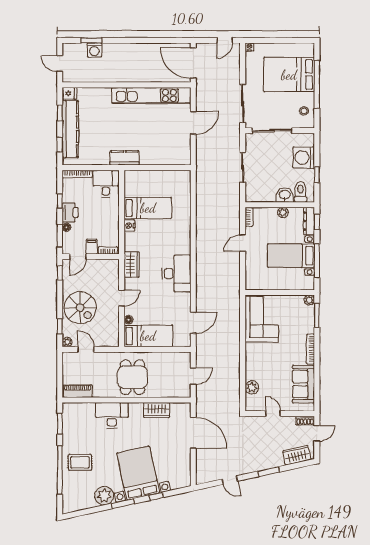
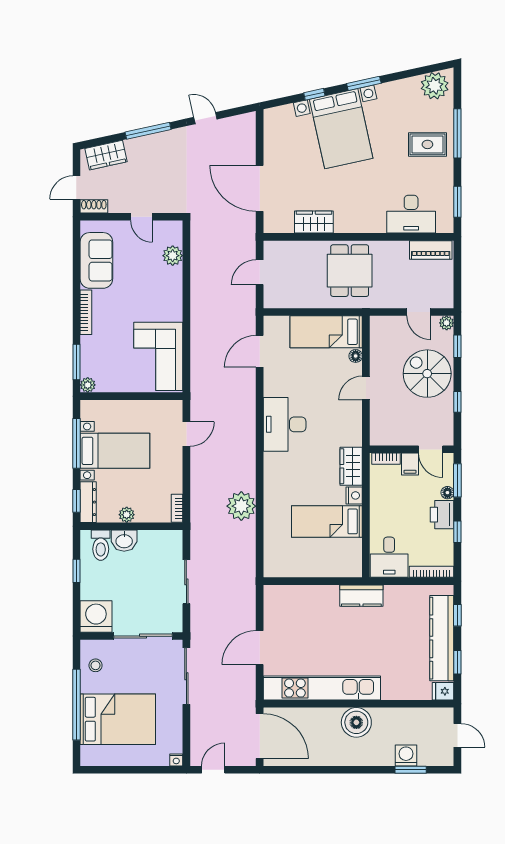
boiler: (128, 72) -> (356, 722), added
washing machine: (304, 158) -> (96, 617), moved, turned -90
plant: (206, 218) -> (241, 506), added
door: (243, 243) -> (186, 434), moved
door: (78, 257) -> (431, 449), swing flipped
wardrobe: (132, 264) -> (351, 466), moved
window: (60, 273) -> (457, 402), moved
desk: (112, 415) -> (411, 214), moved
window: (60, 470) -> (457, 133), width x0.68
window: (269, 472) -> (148, 131), width x1.44
plant: (104, 496) -> (435, 86), moved

